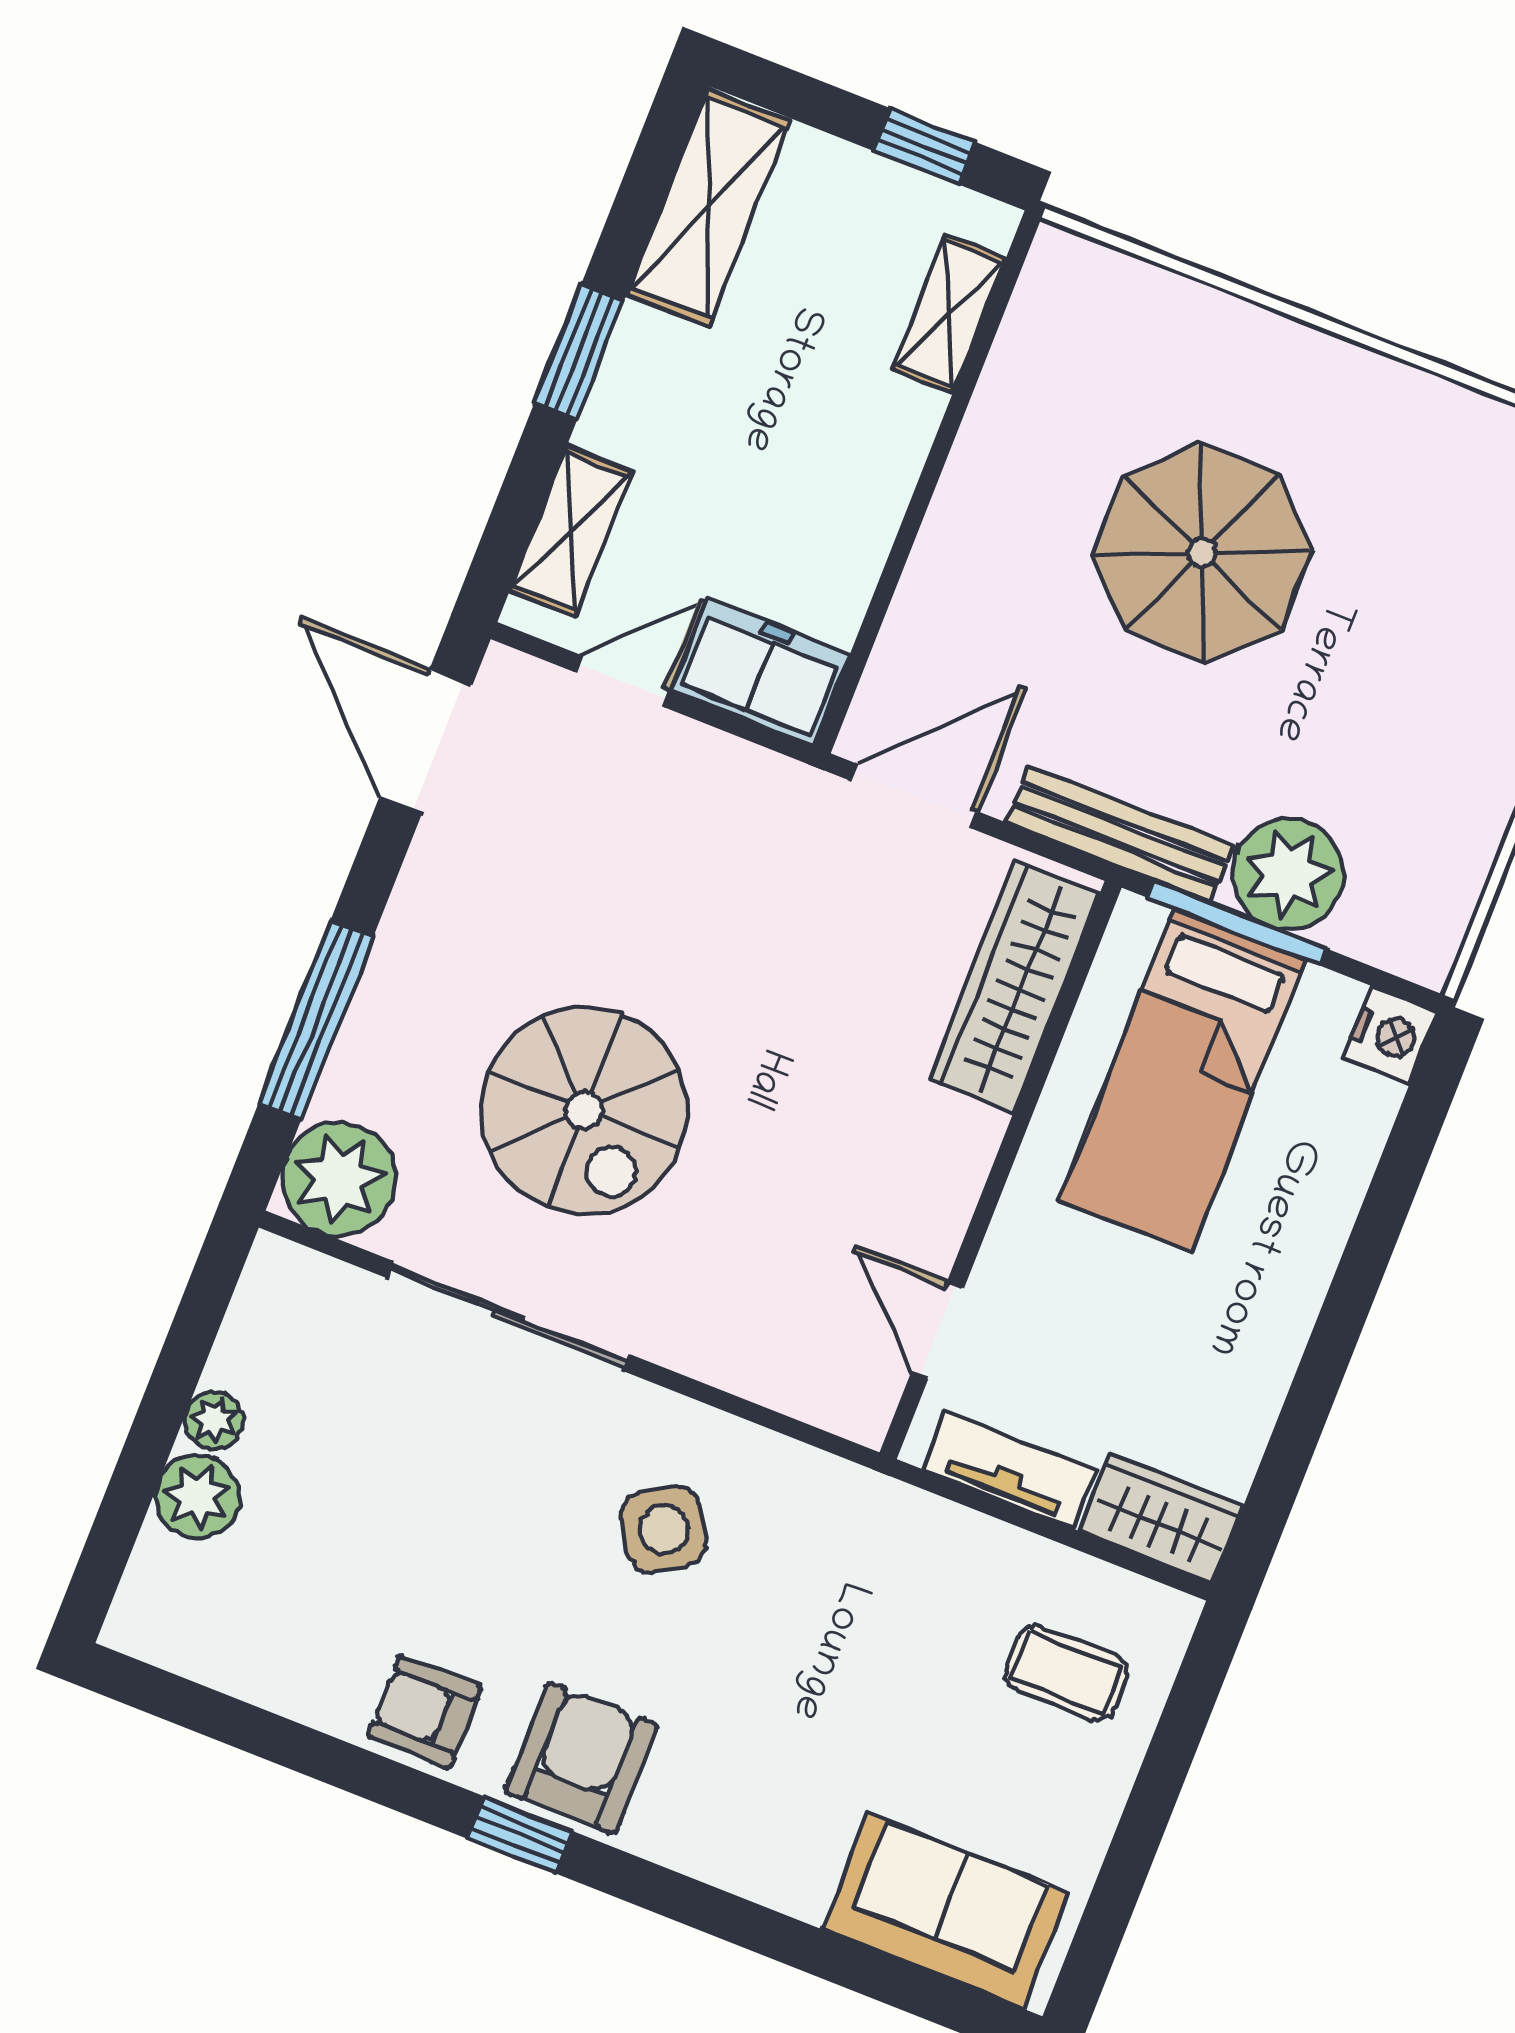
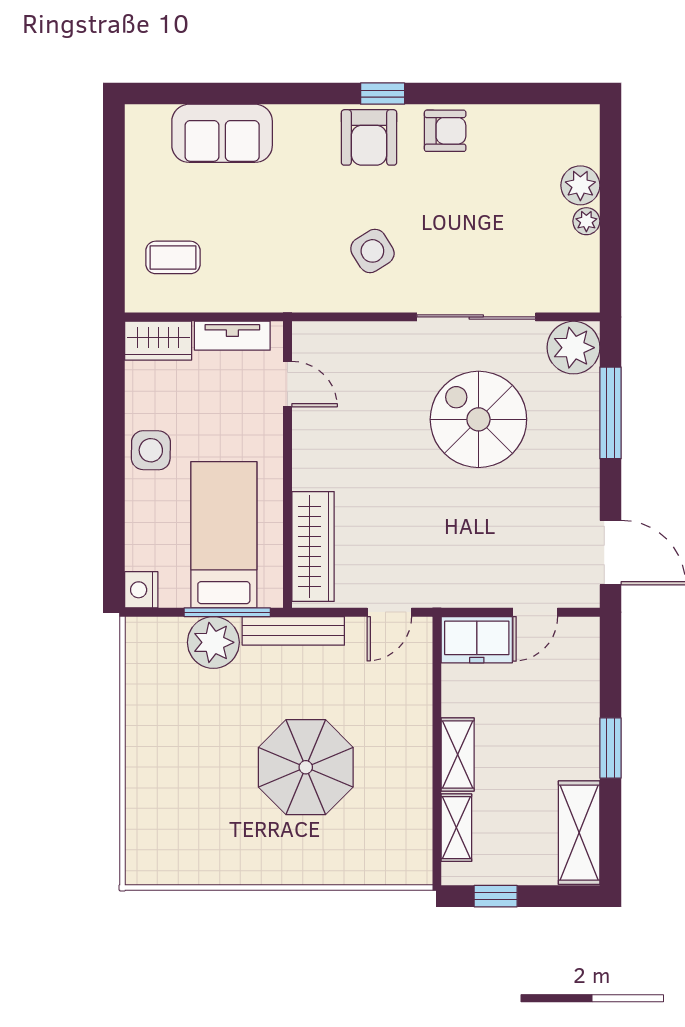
shelving: (571, 531) -> (458, 754), moved
door: (914, 796) -> (389, 612), width x0.73
side table: (1262, 1306) -> (151, 450), added
sofa: (945, 1911) -> (222, 133), moved

